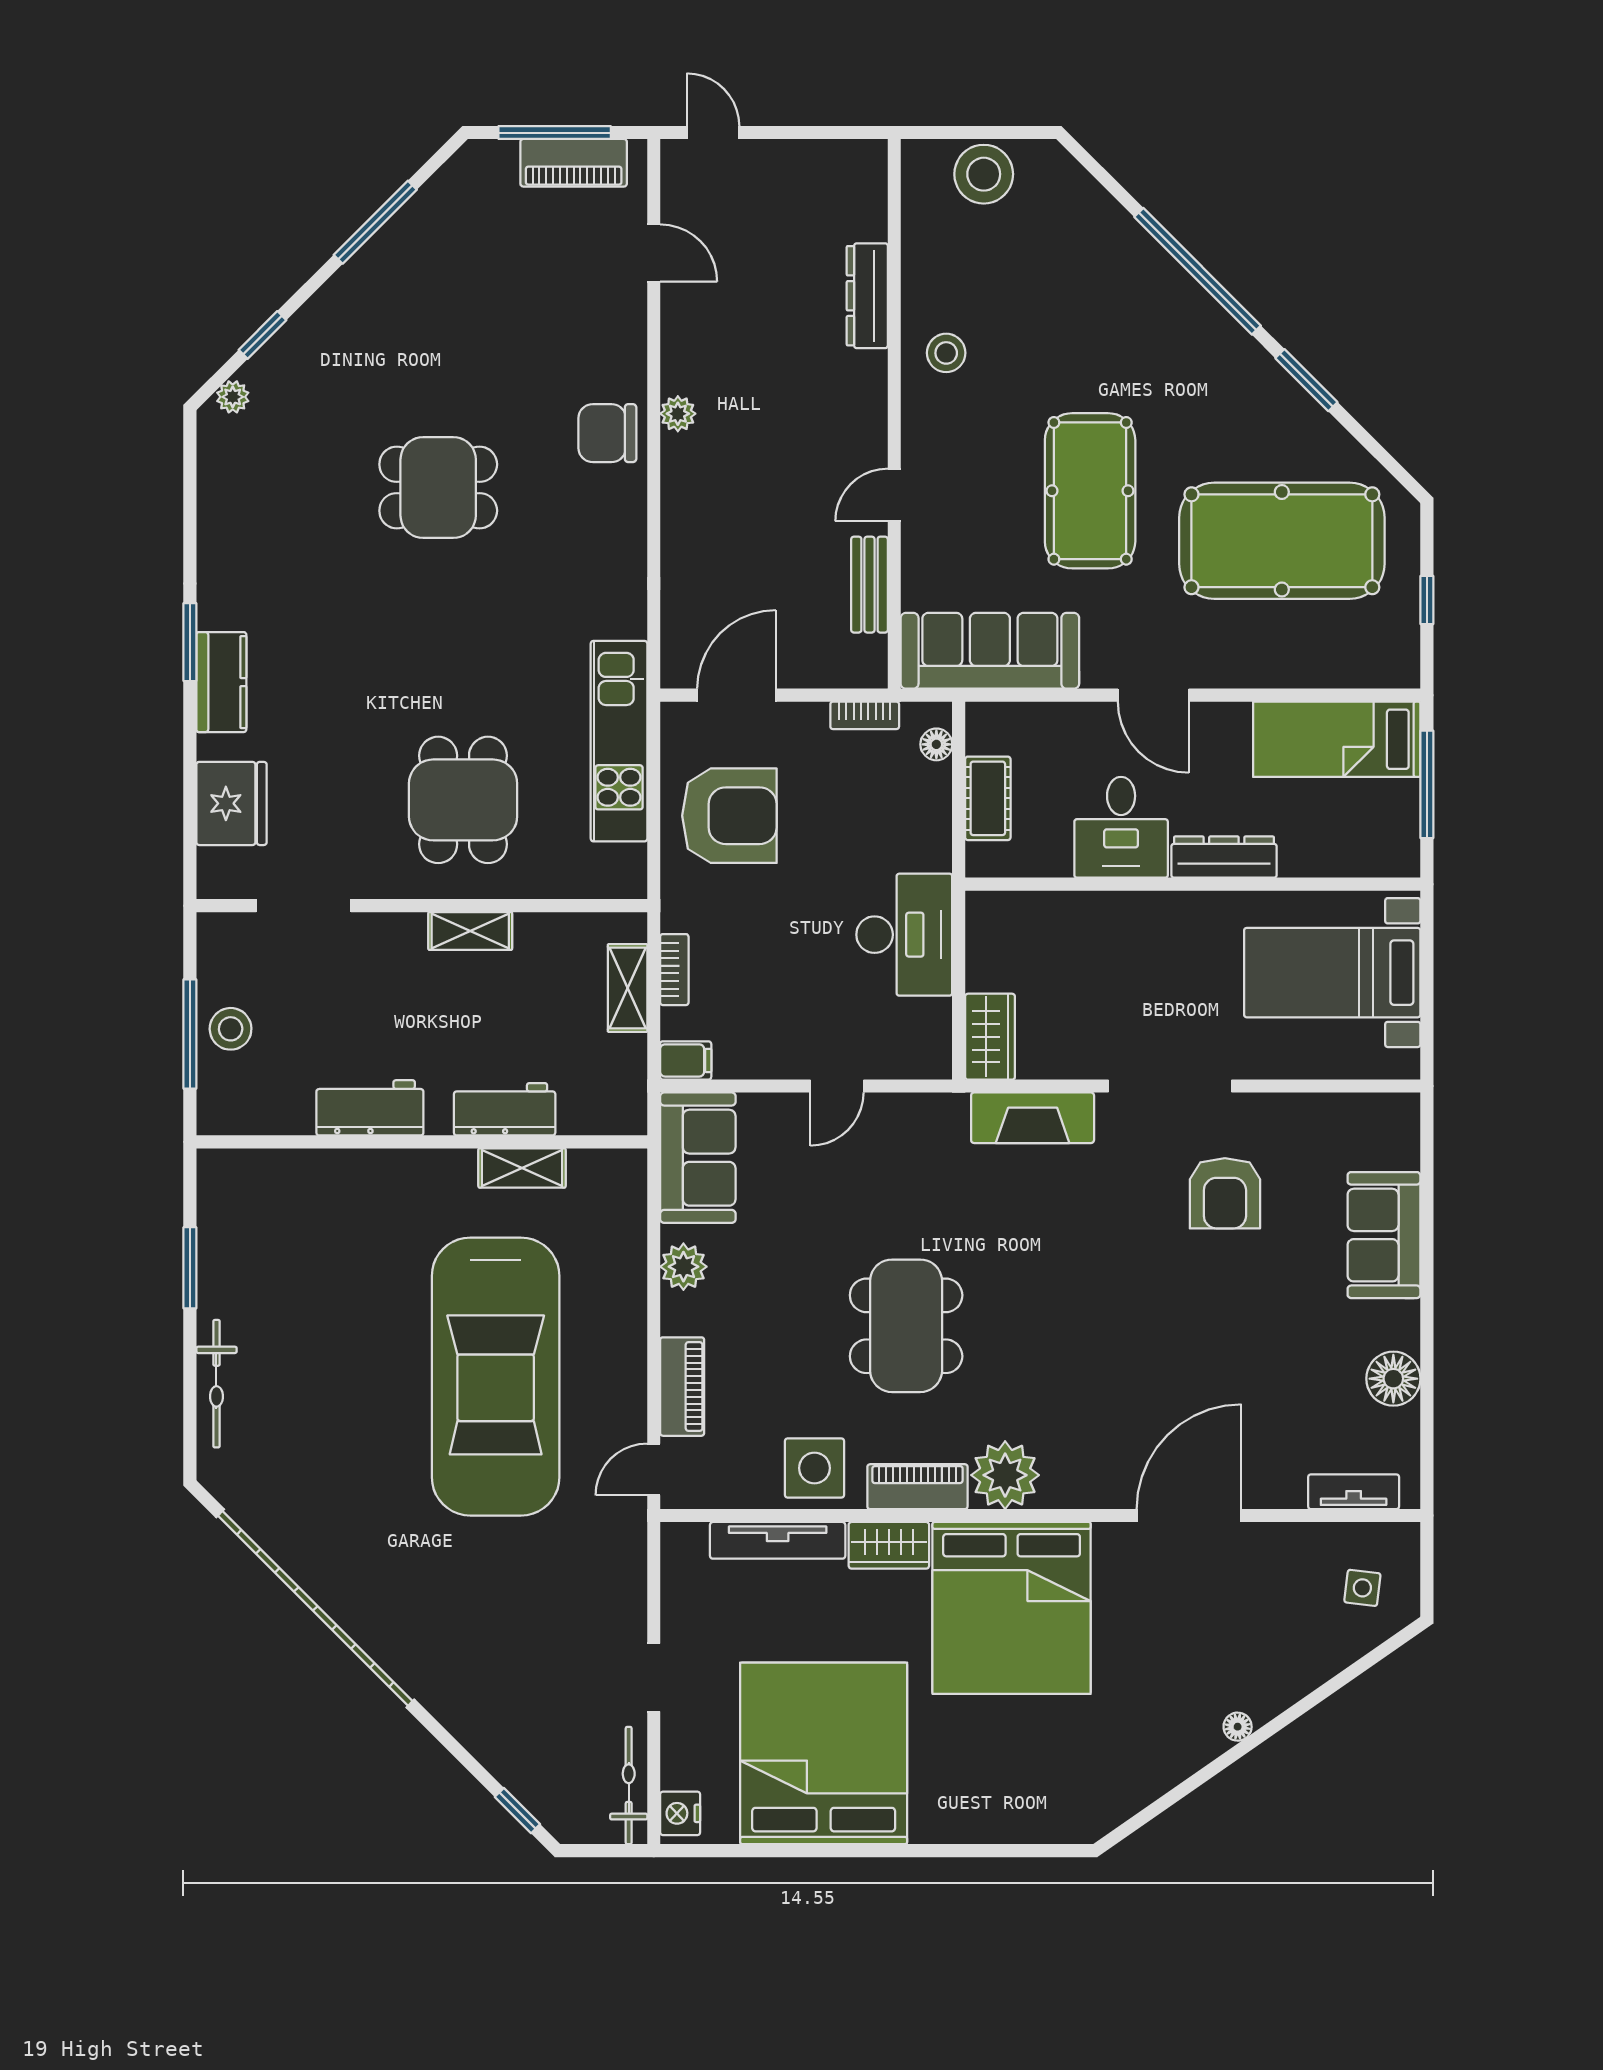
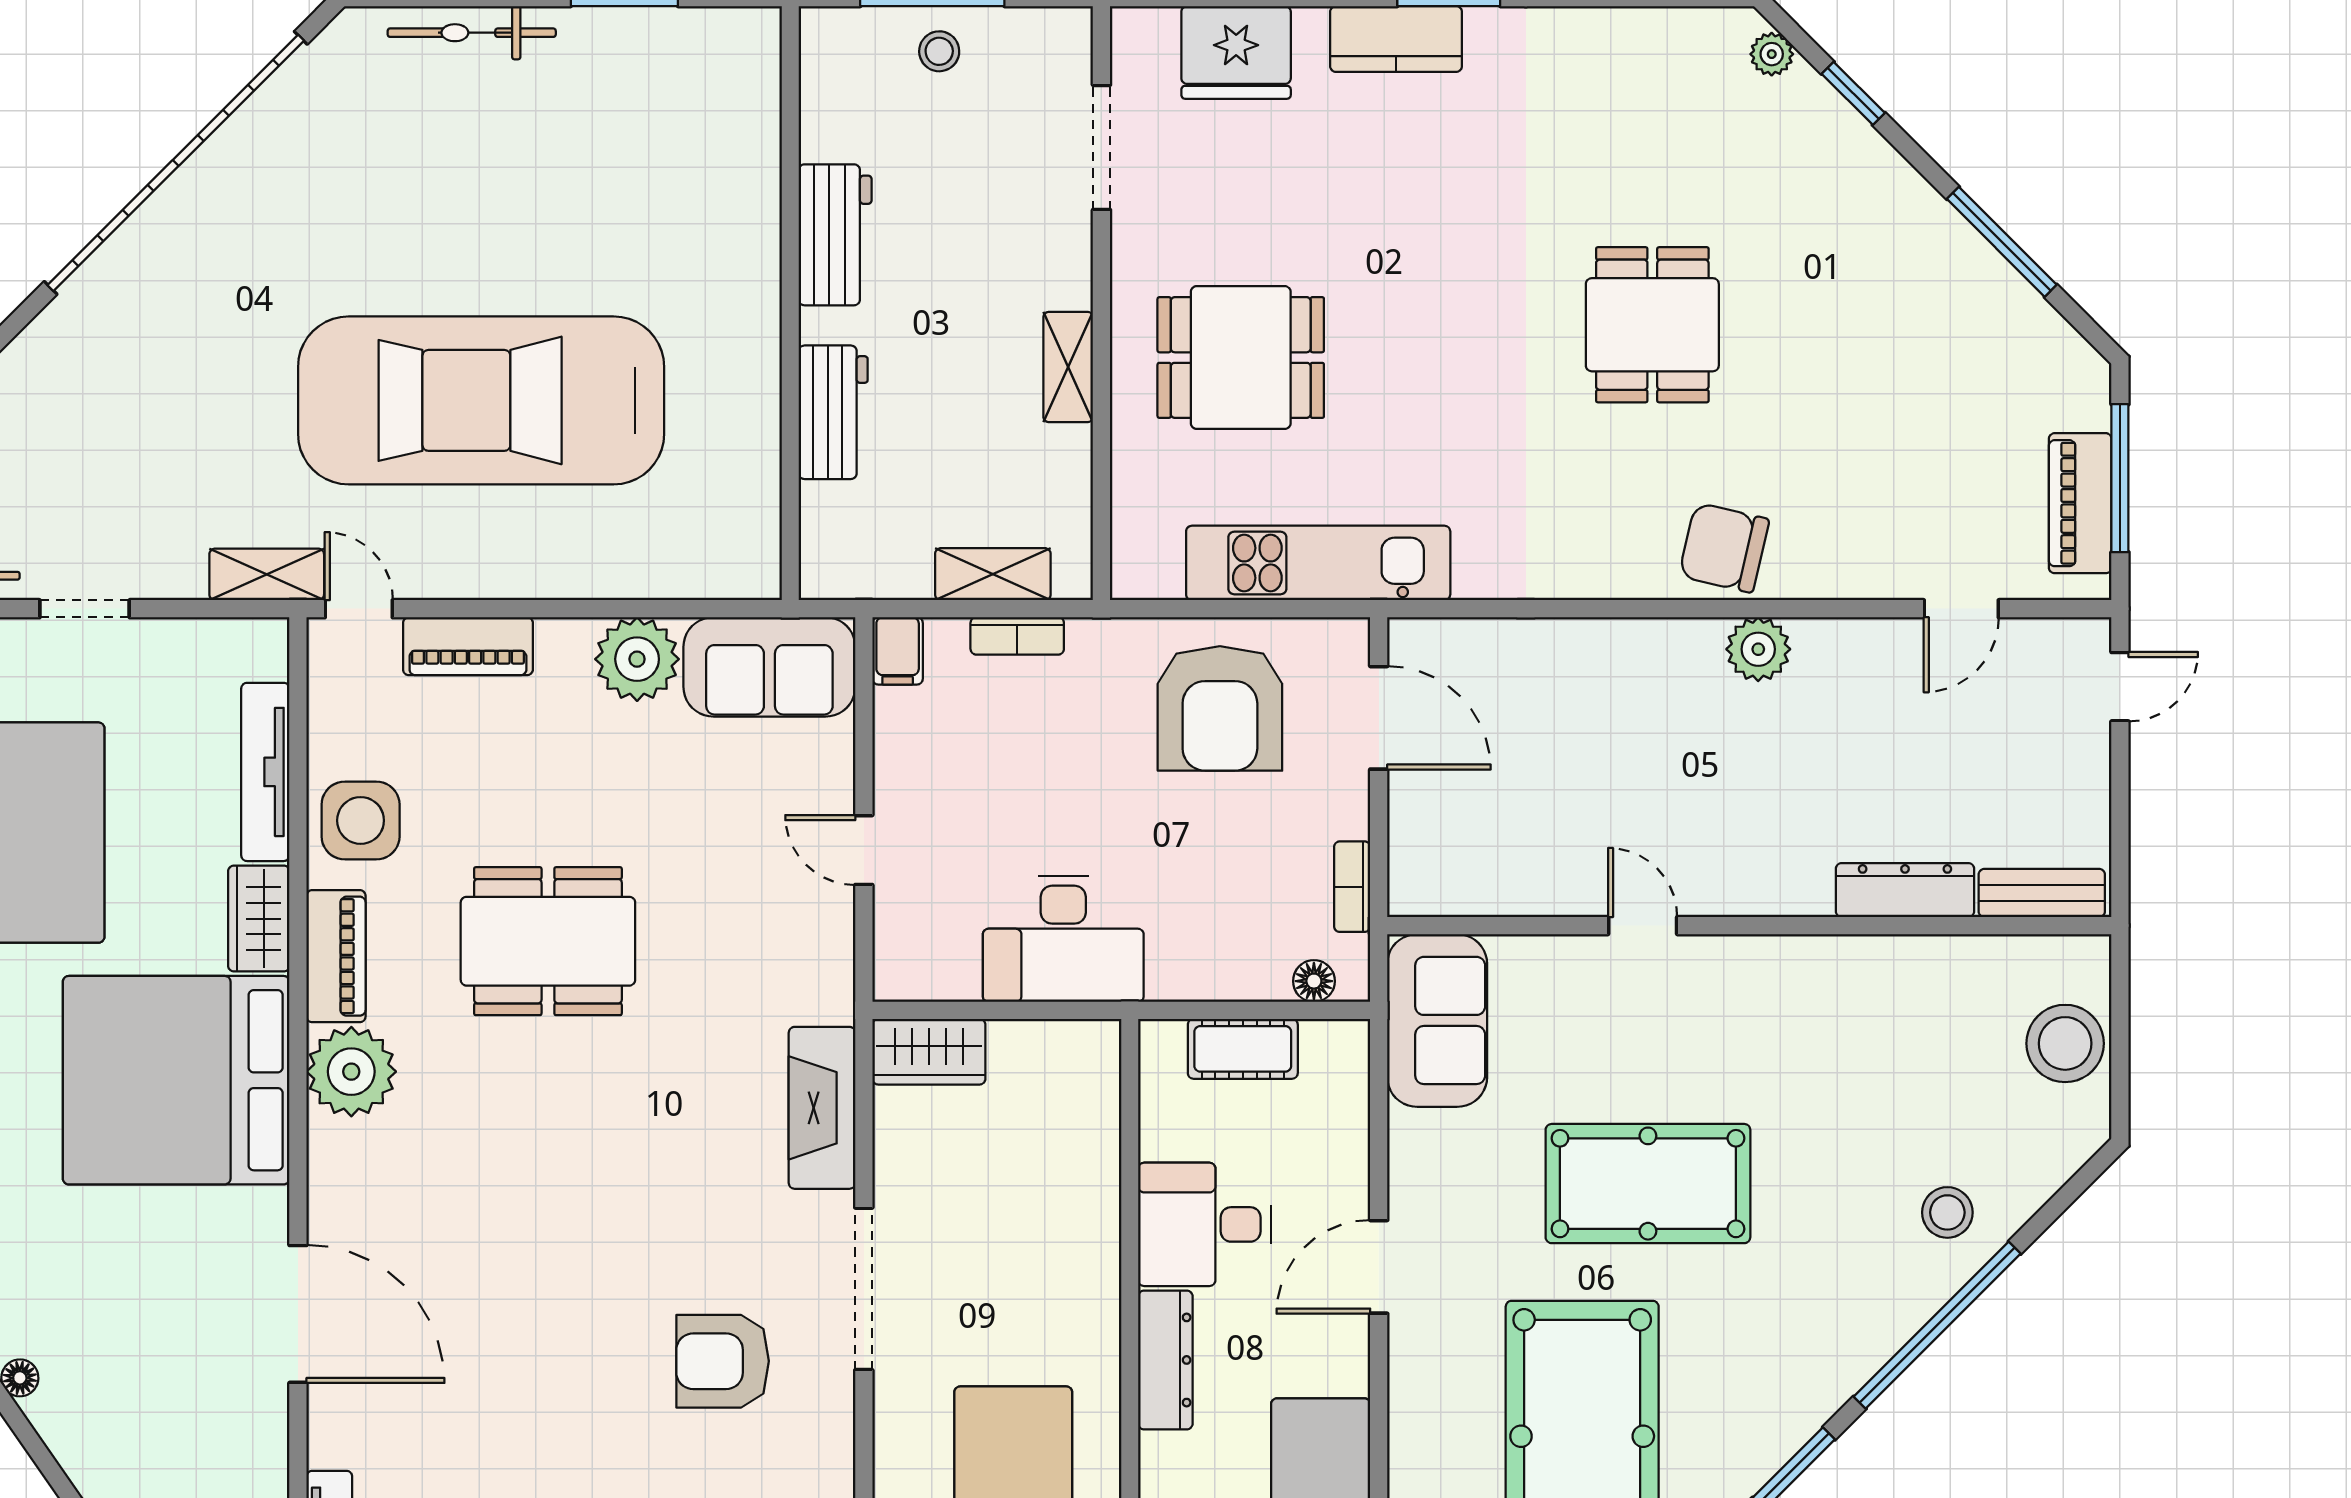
stool: (946, 353) -> (1947, 1212), moved
plant: (678, 414) -> (1758, 649), width x1.38, depth x1.38
chair: (607, 433) -> (1724, 548), turned -77
bench: (869, 585) -> (2042, 893), moved
sofa: (990, 651) -> (1437, 1020), width x0.73
stool: (231, 1029) -> (939, 51), width x0.73, depth x0.73
shelving: (522, 1168) -> (267, 574), moved, turned 90
plant: (683, 1267) -> (637, 659), width x1.36, depth x1.36

